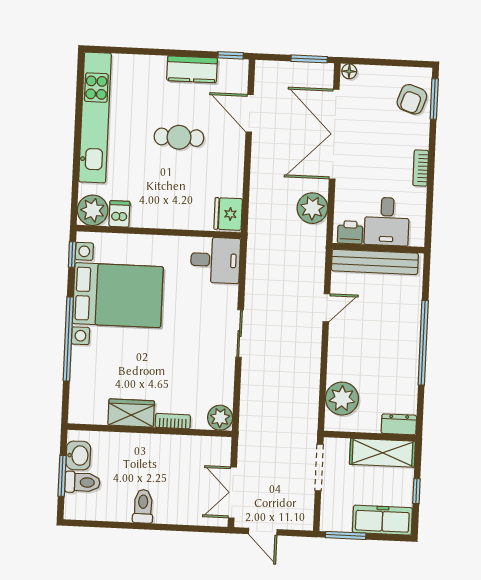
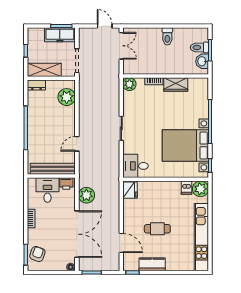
freezer: (382, 520) -> (60, 35), moved

